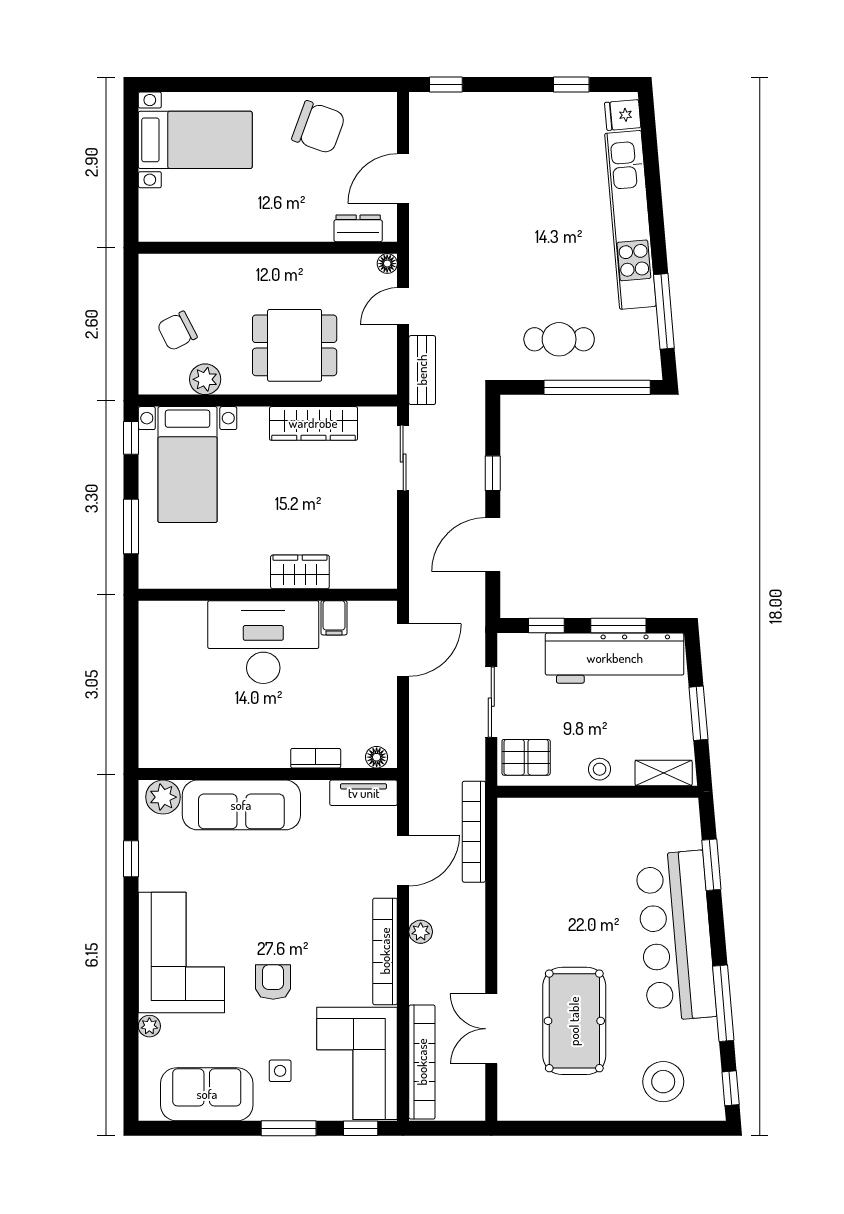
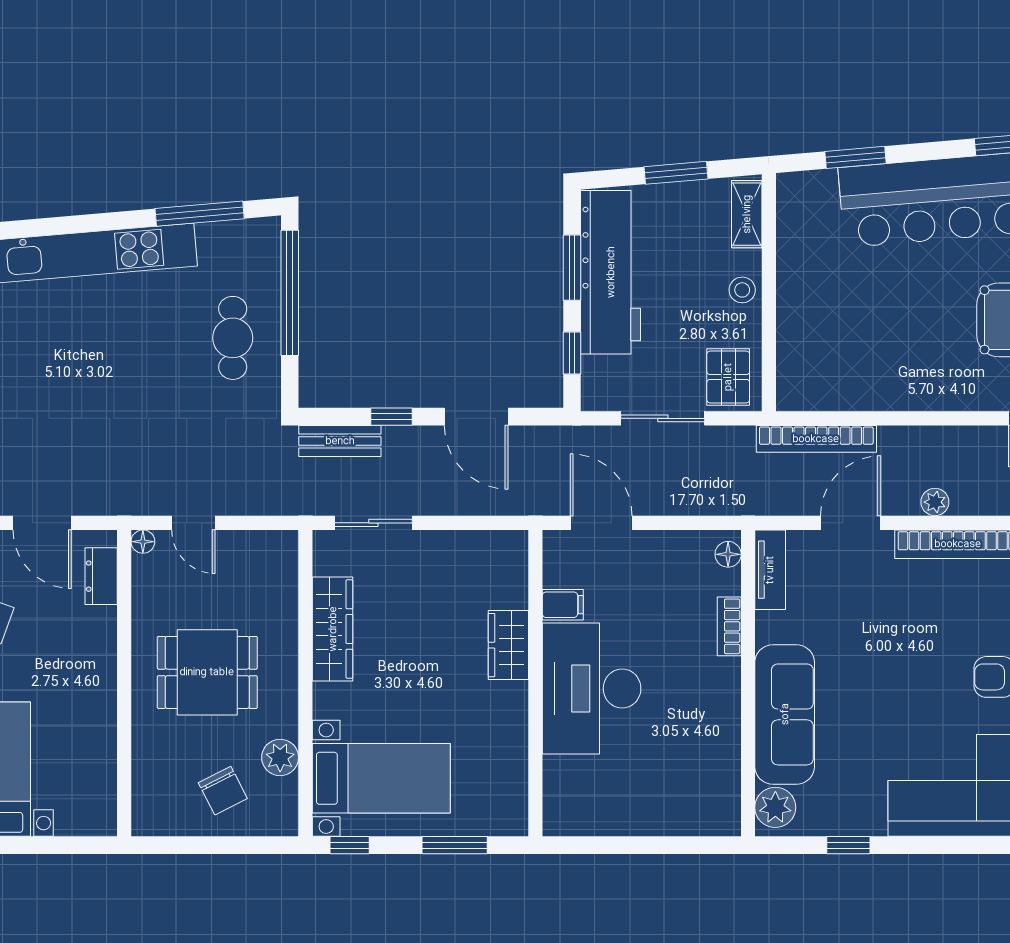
dining table: (295, 345) -> (207, 672), moved, turned 90
bench: (422, 370) -> (340, 441), moved
door: (403, 861) -> (851, 523), hinge flipped

